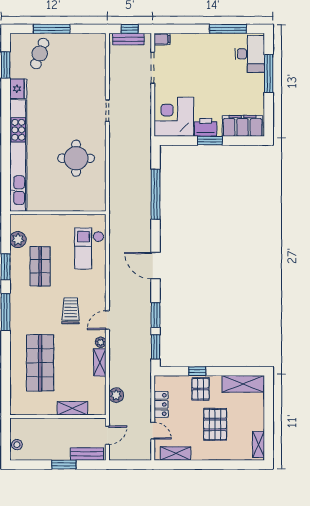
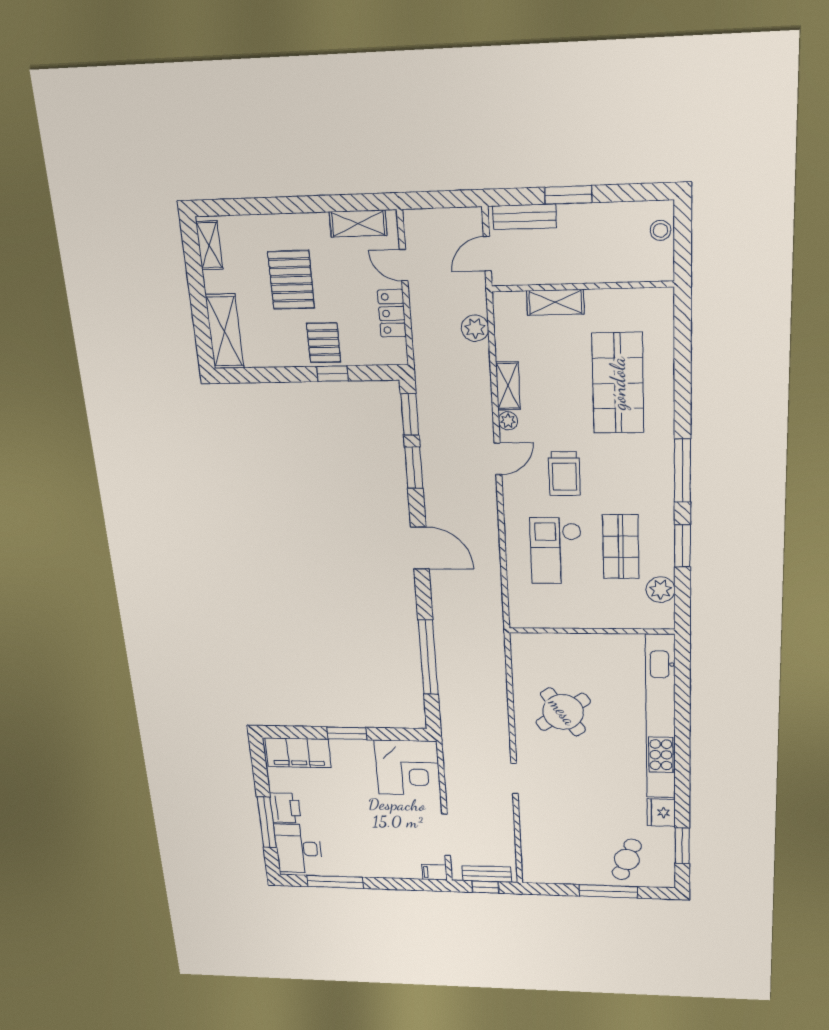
printer: (206, 127) -> (285, 808), moved, turned -90
round table: (76, 158) -> (563, 712), turned -35
checkout: (89, 248) -> (556, 551), moved, turned 180
shelving: (243, 384) -> (225, 331), moved, turned 90

